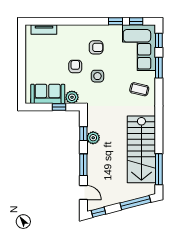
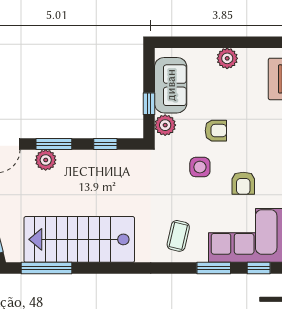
armchair: (96, 47) -> (243, 183), moved
plant: (31, 60) -> (227, 58), added
plant: (93, 138) -> (46, 160), moved

